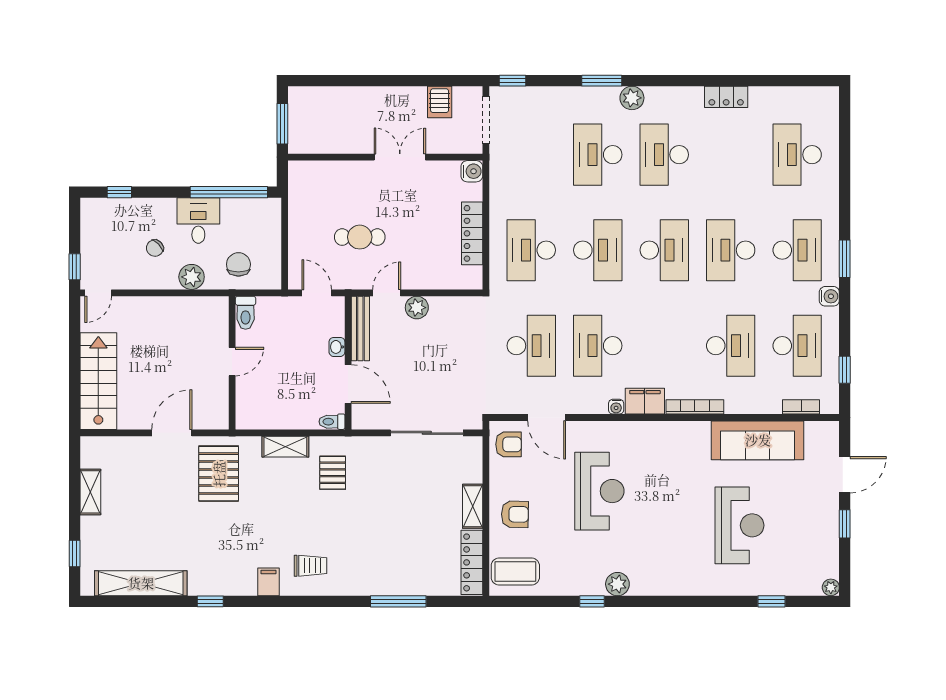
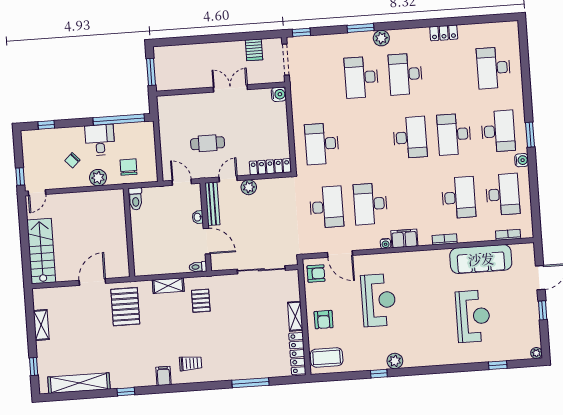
locker: (472, 233) -> (270, 167), moved, turned 90
desk: (598, 250) -> (366, 141), removed
door: (232, 362) -> (129, 232), removed
window: (845, 370) -> (535, 208), removed
bookcase: (695, 407) -> (445, 239), width x0.64
armchair: (515, 514) -> (324, 320), turned 89

